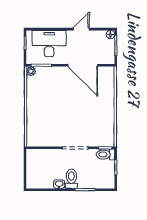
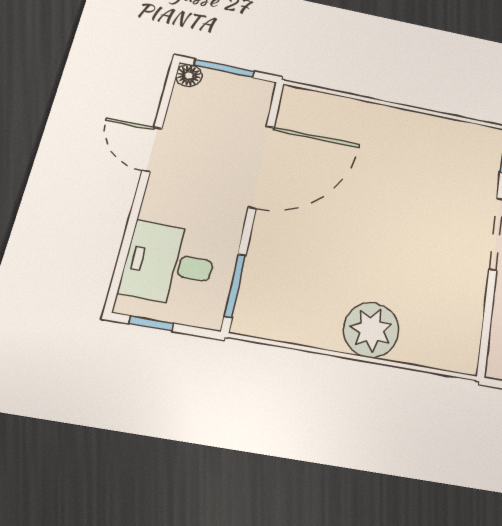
desk: (49, 44) -> (169, 264), width x0.73
plant: (31, 71) -> (371, 330), moved, width x1.88, depth x1.88

